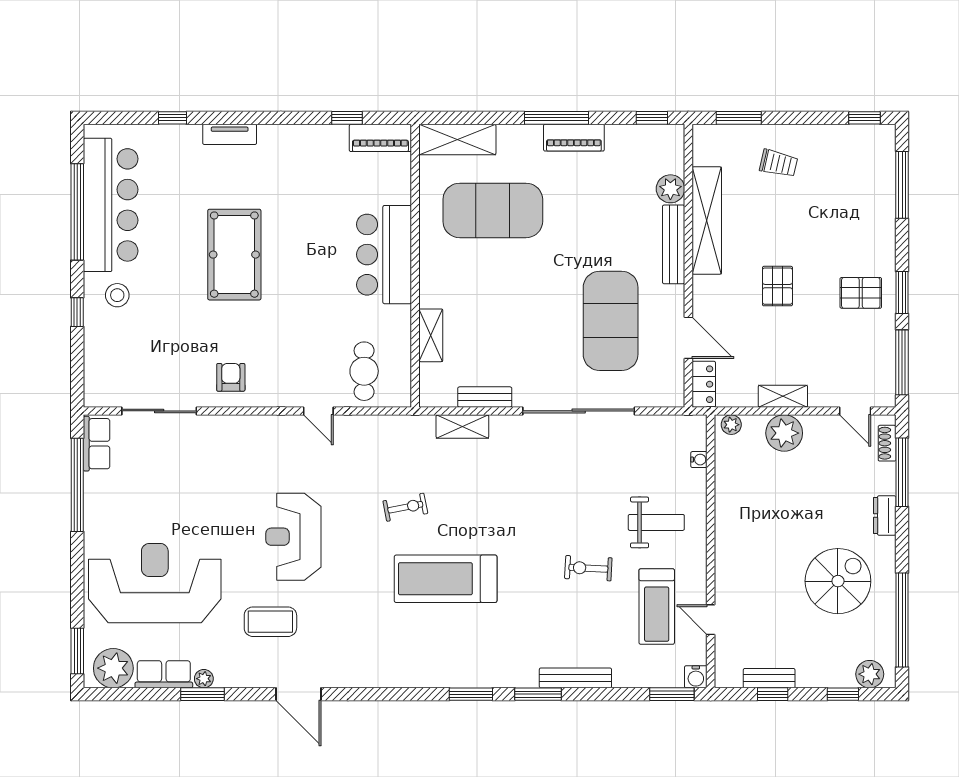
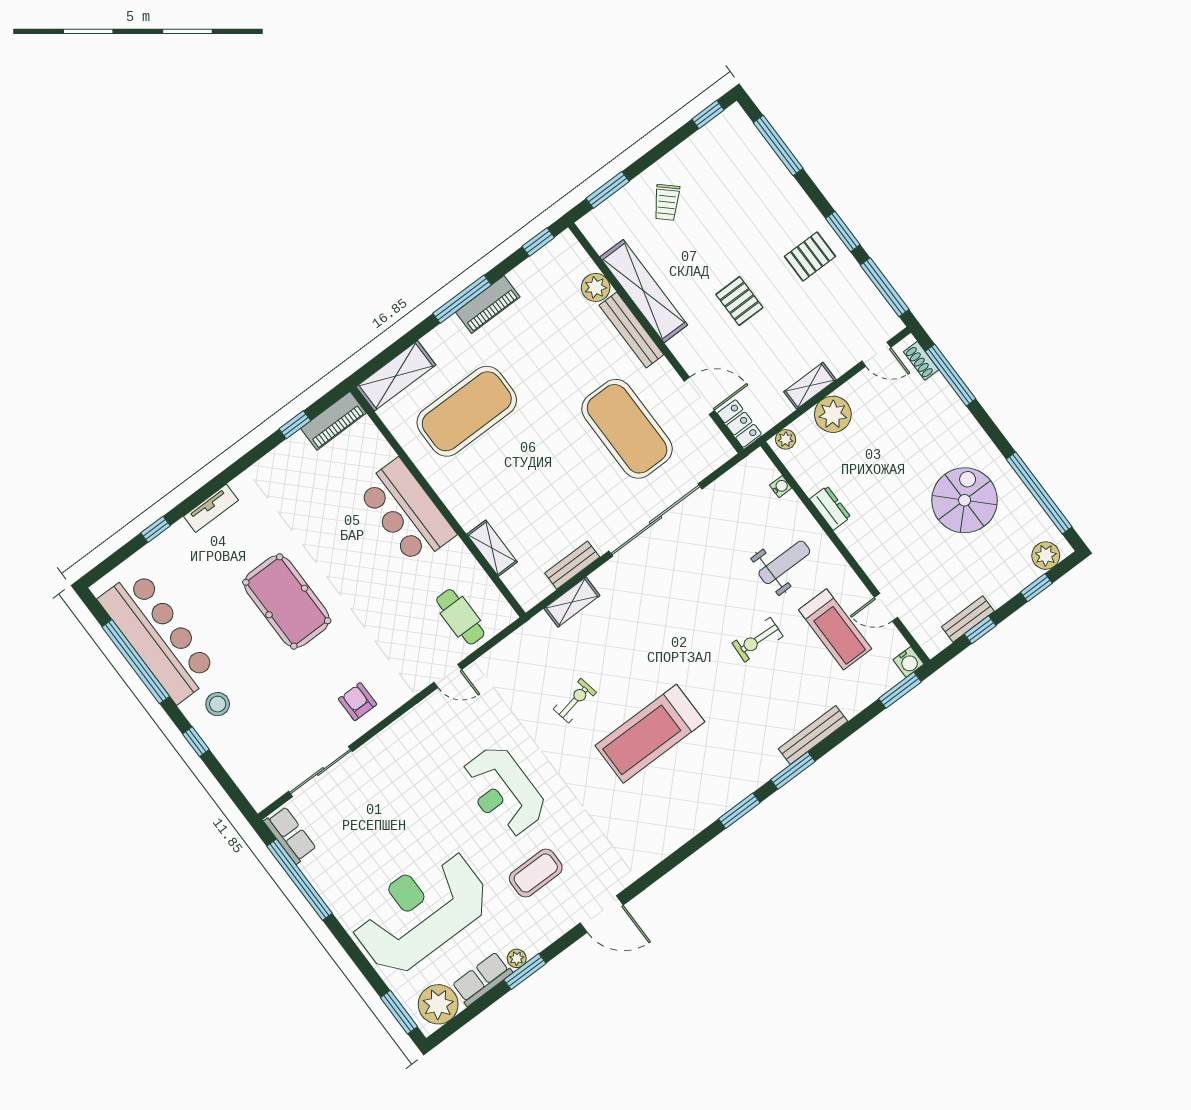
trolley: (779, 163) -> (667, 202), turned 120
dresser: (885, 516) -> (830, 508), moved, turned 180

